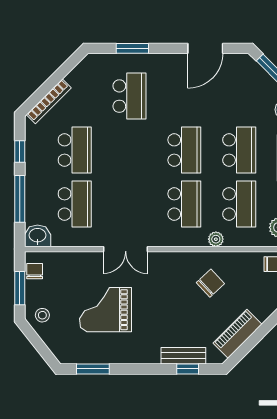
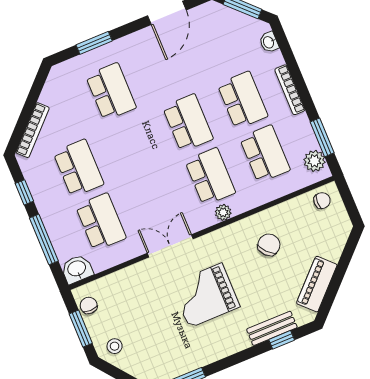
plant: (216, 239) -> (223, 212), moved
double door: (126, 249) -> (170, 246), swing flipped
grand piano: (105, 310) -> (205, 295), moved

